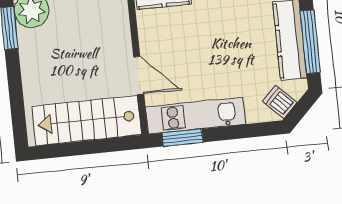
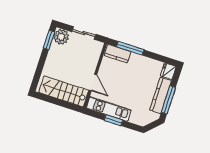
dishwasher: (280, 102) -> (145, 119), removed
window: (183, 138) -> (113, 120), moved

